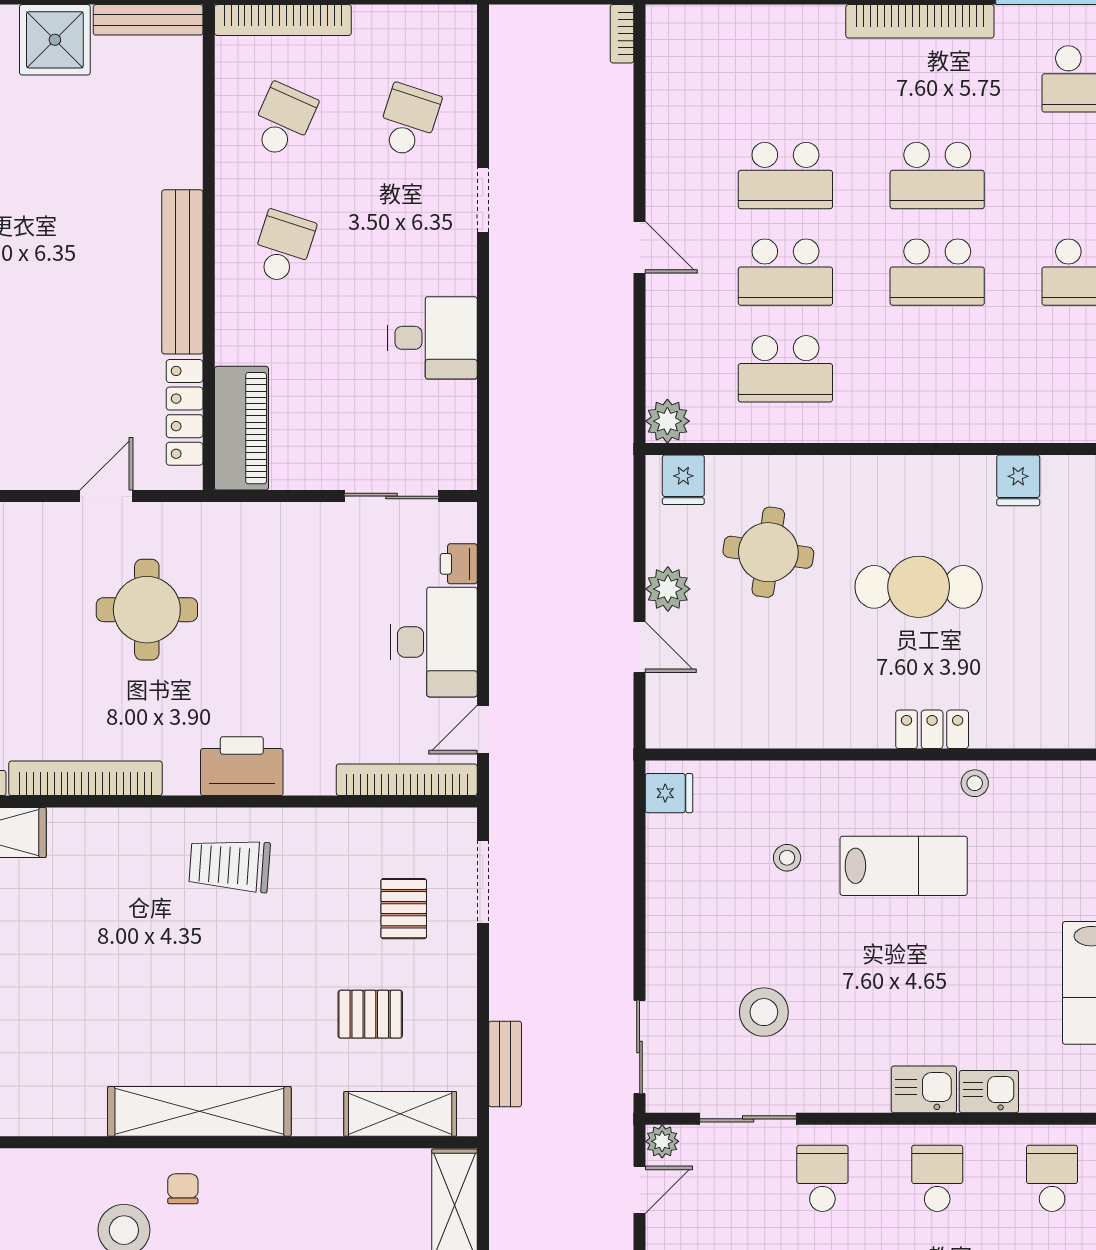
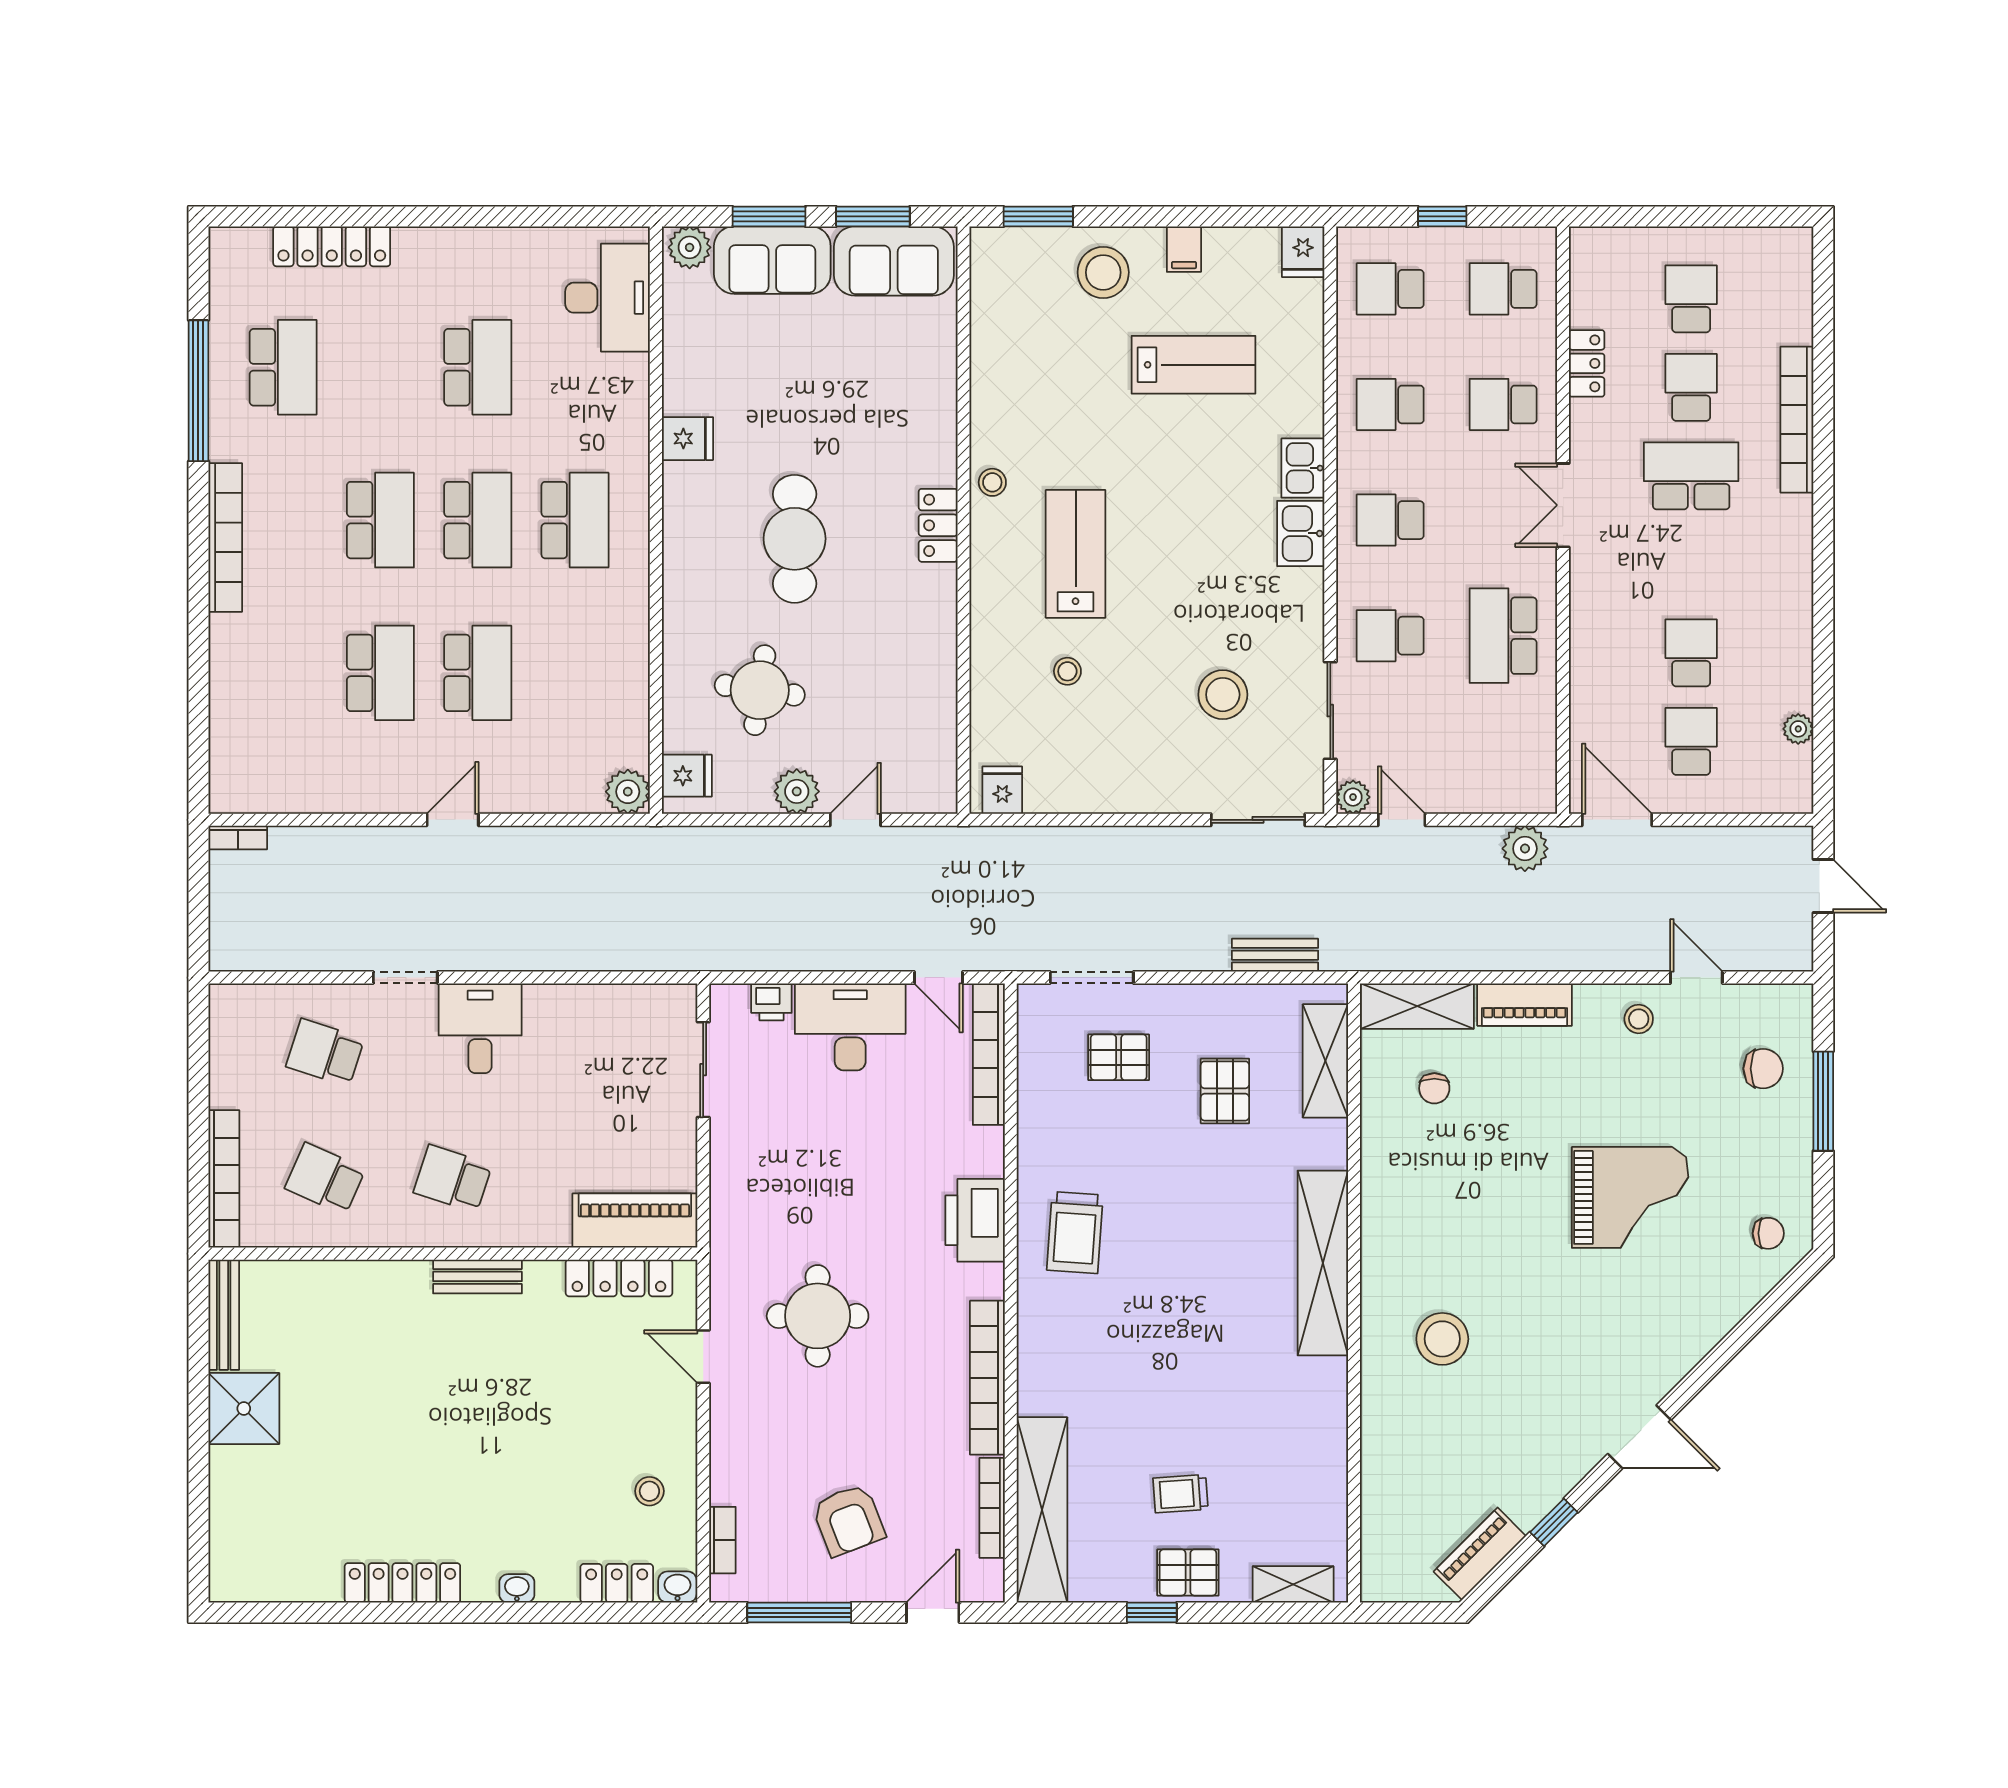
bench: (182, 272) -> (477, 1276), width x0.54, depth x0.82
desk: (432, 338) -> (480, 1028), moved
school desk: (785, 369) -> (575, 520), moved
chair: (183, 1189) -> (1434, 1088), moved, turned -90

